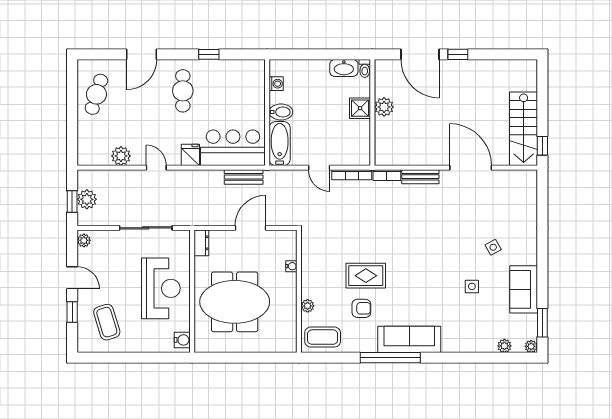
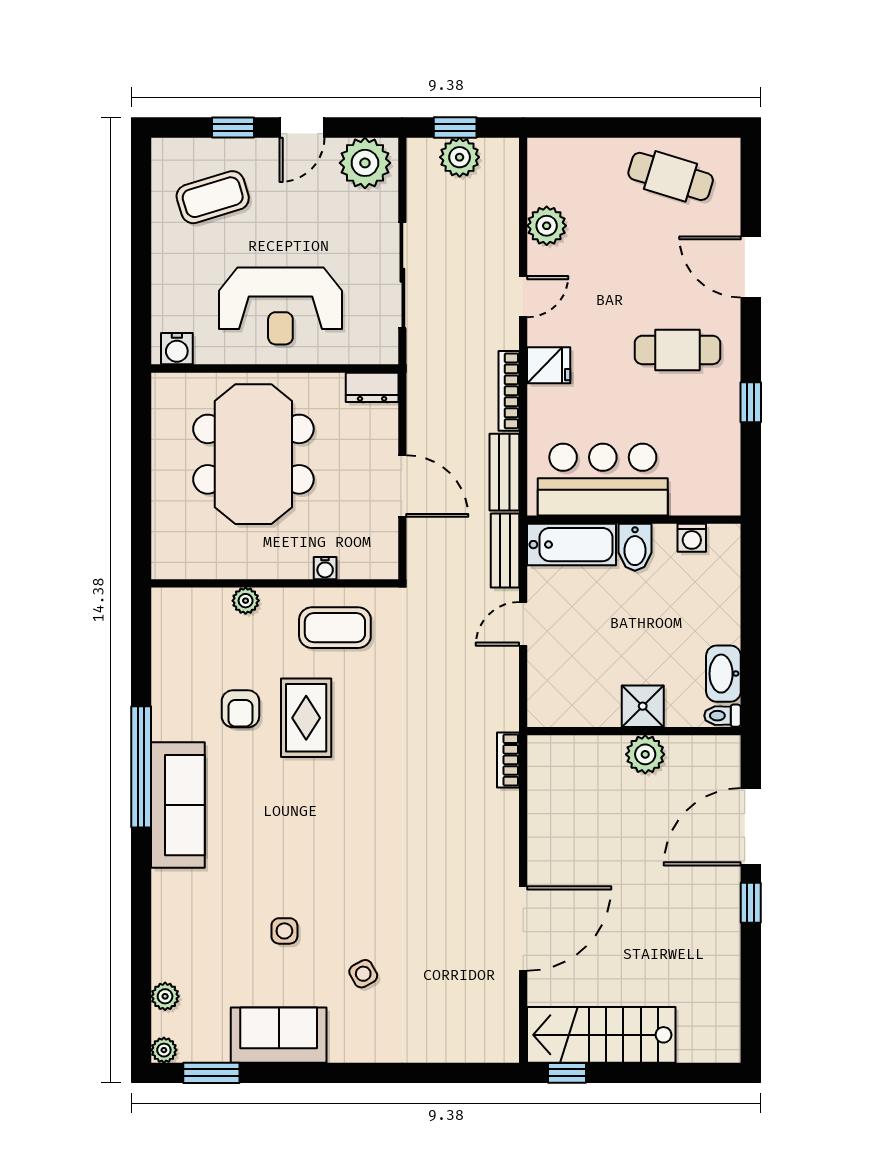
bar counter: (233, 148) -> (603, 480), moved, turned -90
bookcase: (352, 175) -> (509, 391), moved
bench: (420, 177) -> (505, 551), moved
plant: (84, 240) -> (365, 163), width x1.87, depth x1.87
coffee table: (323, 337) -> (335, 628), moved, turned 90

